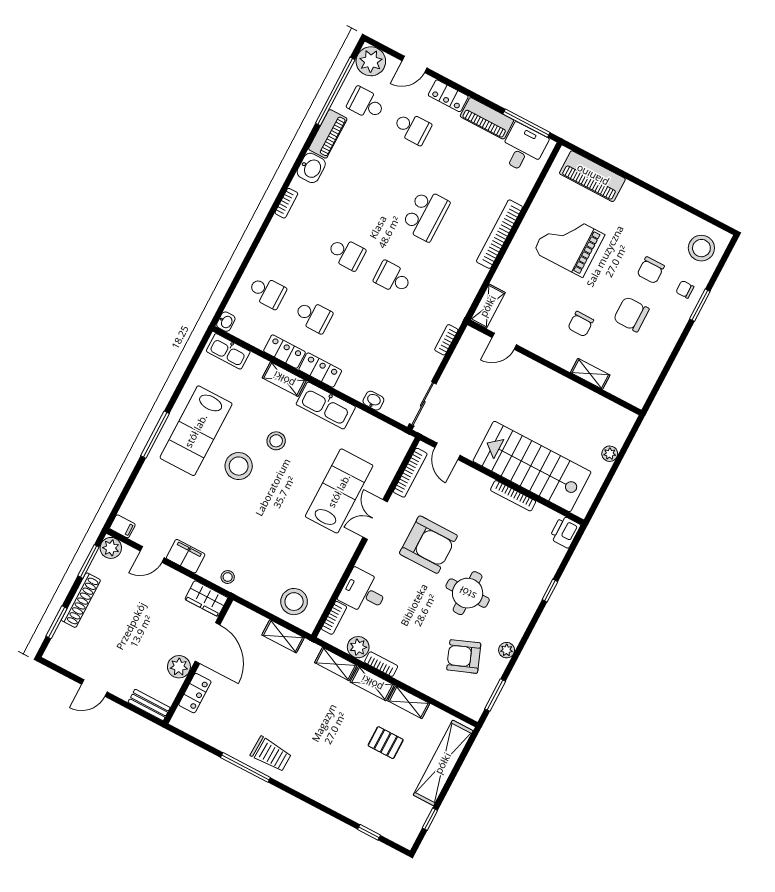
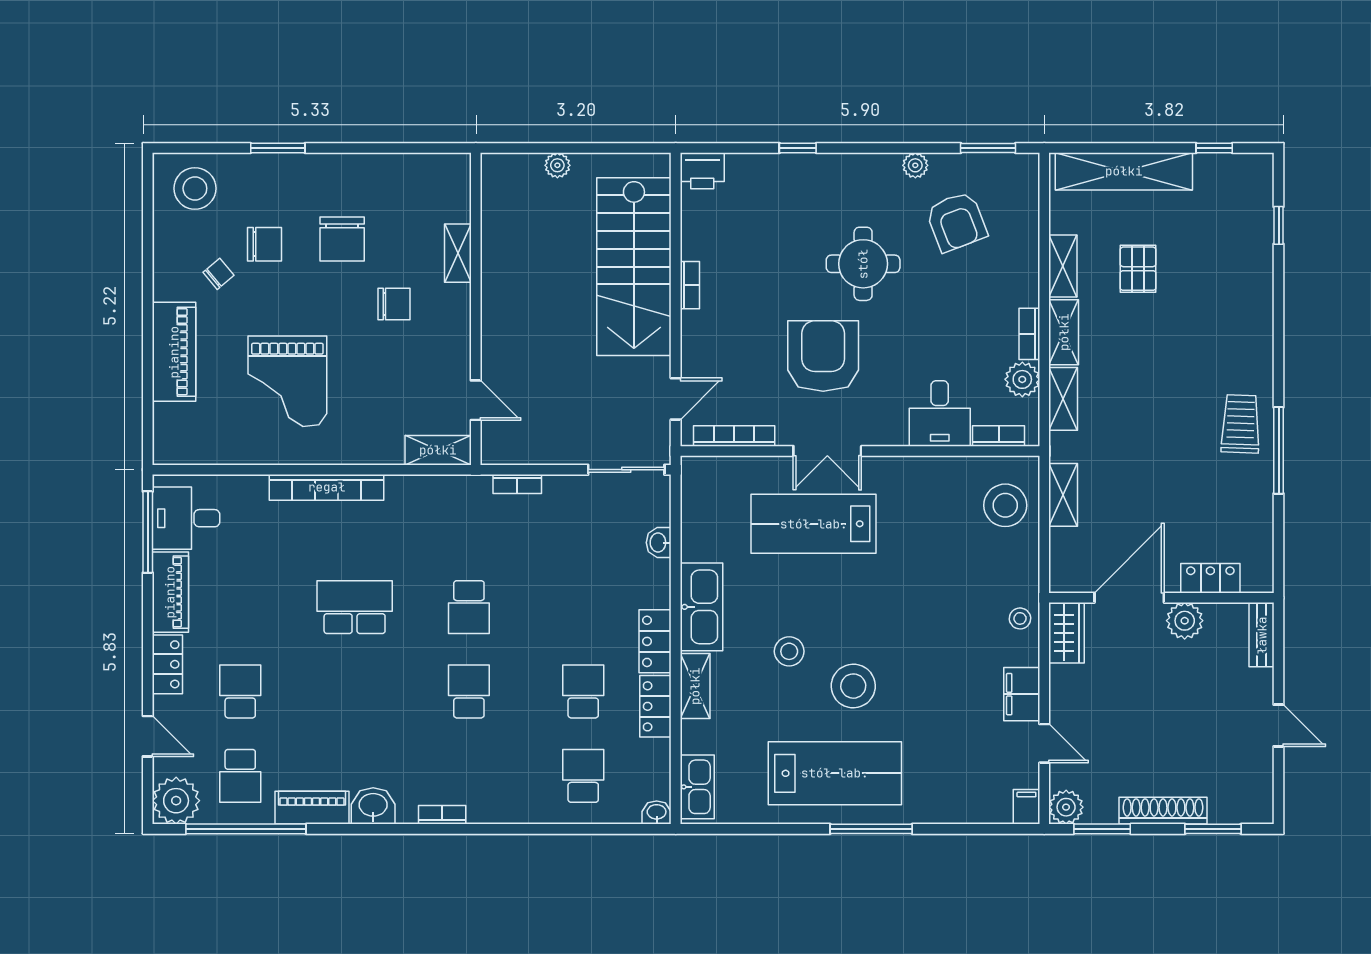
piano: (592, 176) -> (174, 352), moved
chair: (685, 289) -> (218, 274), moved, turned -130
bookcase: (513, 496) -> (690, 285), width x0.64

